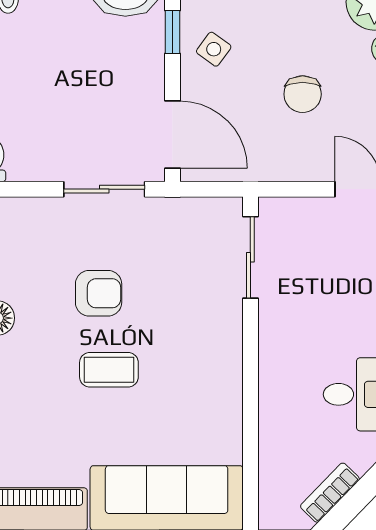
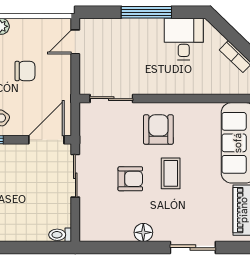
armchair: (99, 293) -> (130, 179), turned 90
armchair: (192, 346) -> (158, 130), added

